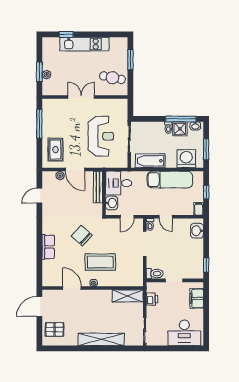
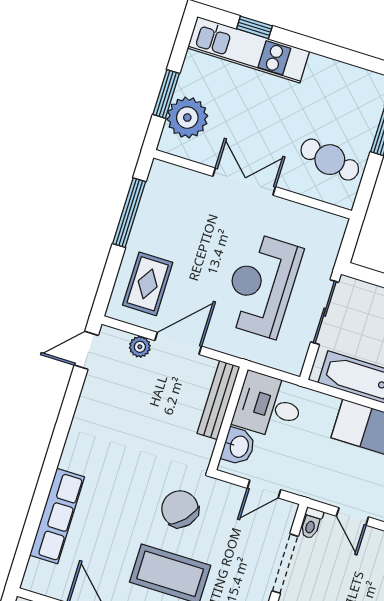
kitchen unit: (84, 44) -> (249, 50), moved
plant: (47, 75) -> (187, 118), width x1.88, depth x1.88
reception desk: (101, 136) -> (262, 285), turned 180
door: (75, 169) -> (178, 343), swing flipped
door: (39, 196) -> (86, 350), moved
chair: (82, 236) -> (180, 509), moved
row of seats: (48, 247) -> (57, 516), width x1.48

